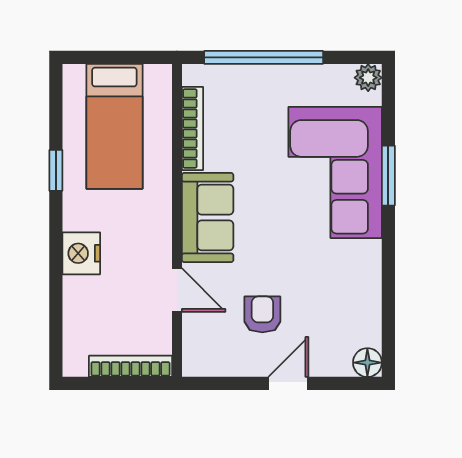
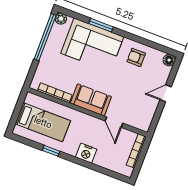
window: (264, 57) -> (45, 37), moved
door: (177, 290) -> (114, 122), swing flipped
armchair: (262, 314) -> (136, 57), moved
door: (288, 383) -> (166, 93), hinge flipped

